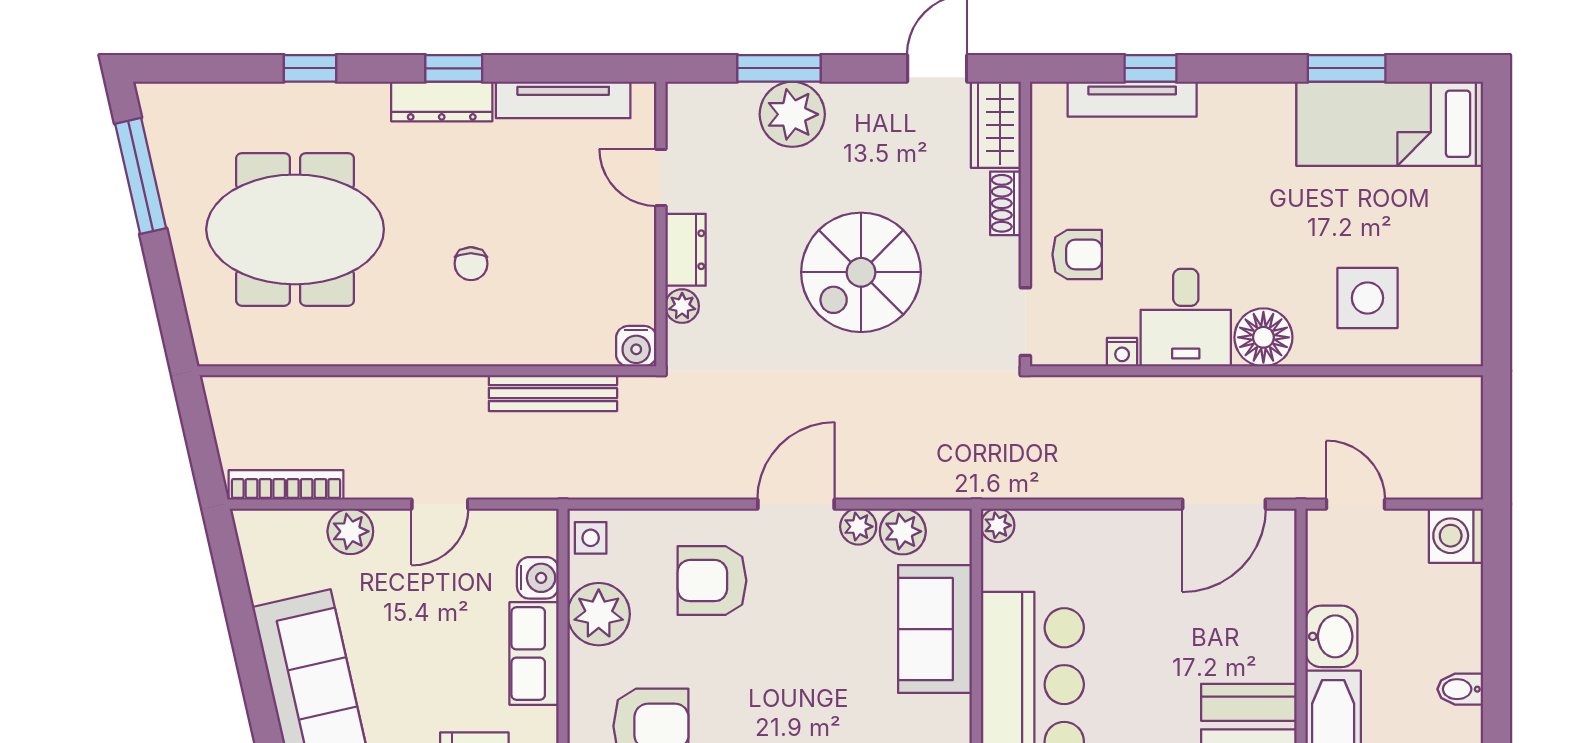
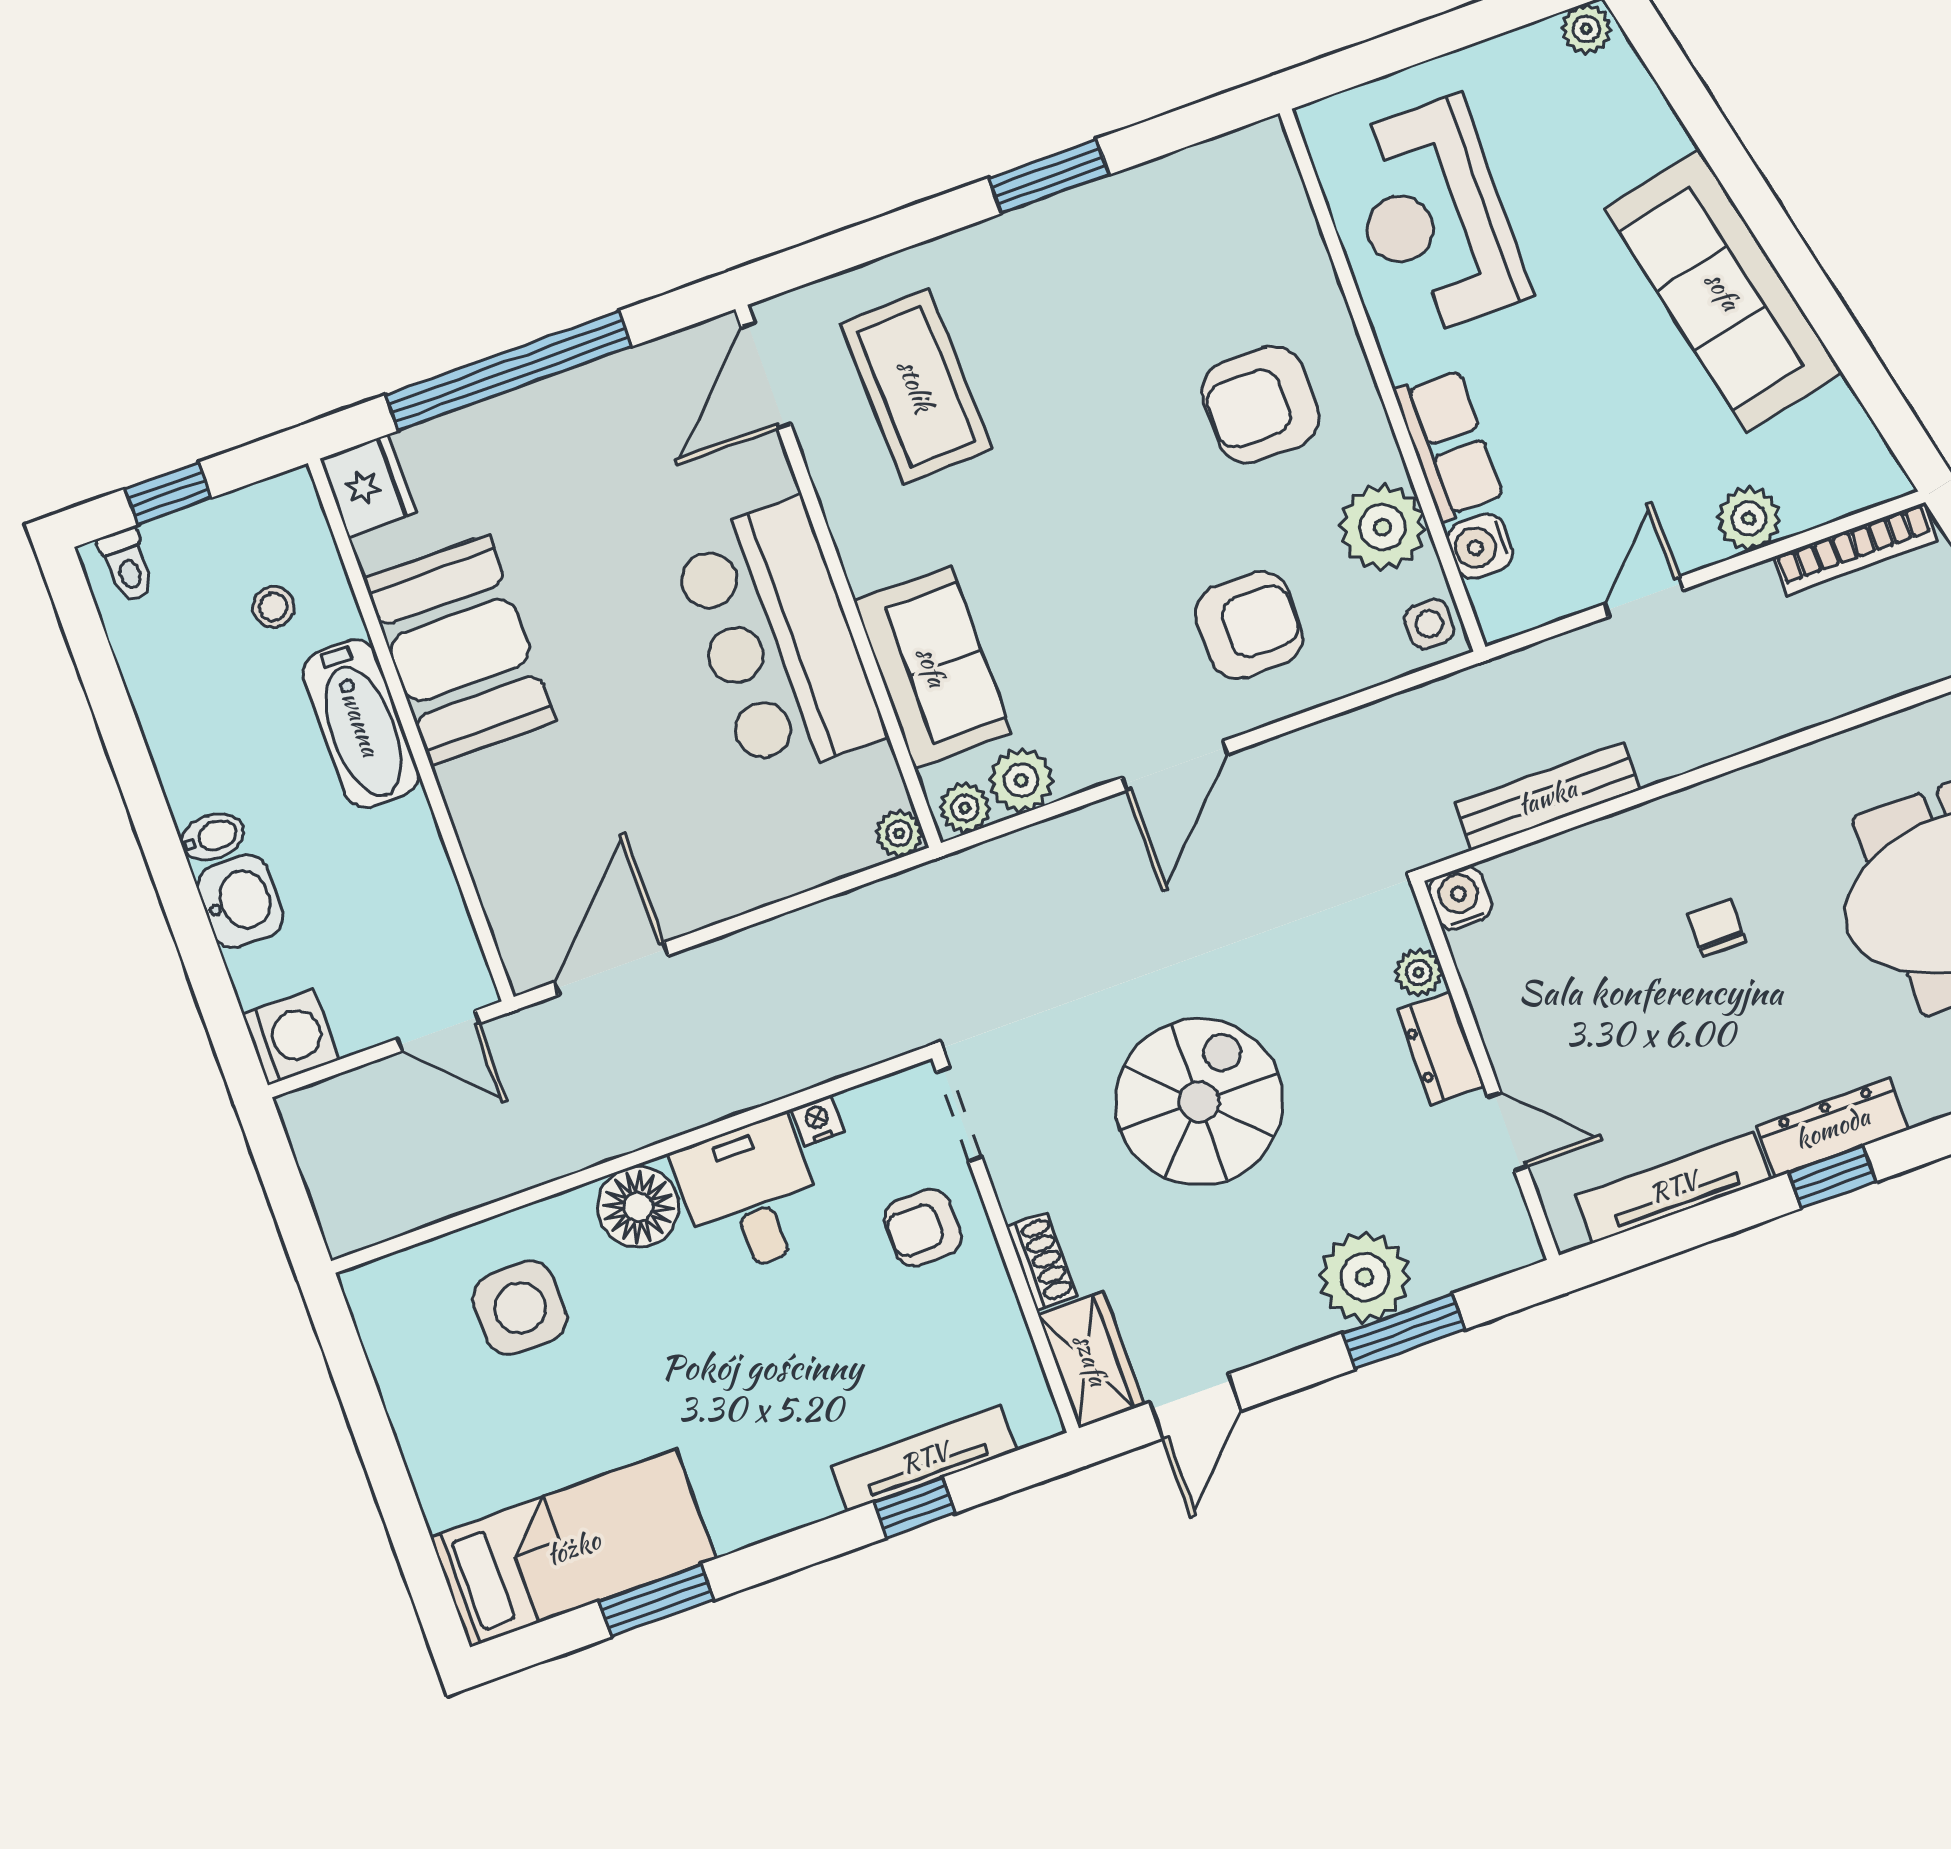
plant: (858, 527) -> (965, 808), moved
washbasin: (1331, 636) -> (240, 901), moved, turned 180

